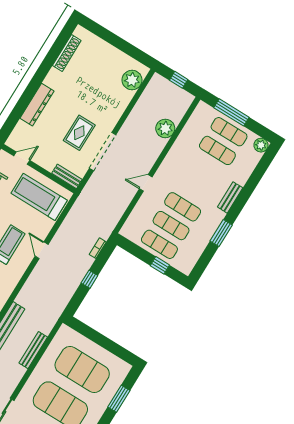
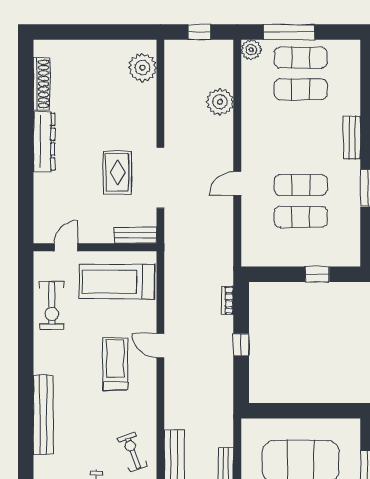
dresser: (37, 105) -> (44, 142), moved
plant: (261, 145) -> (251, 50), moved
exercise mat: (159, 244) -> (301, 249), removed

